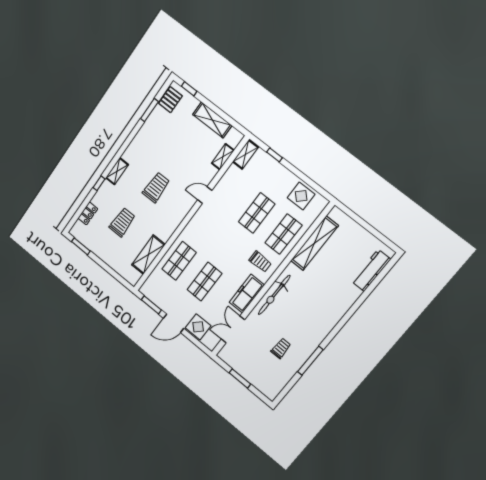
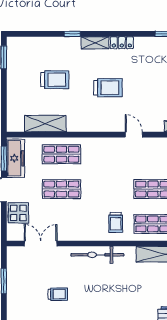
locker: (88, 213) -> (122, 43), moved
freezer: (247, 294) -> (15, 158), moved, turned 90

